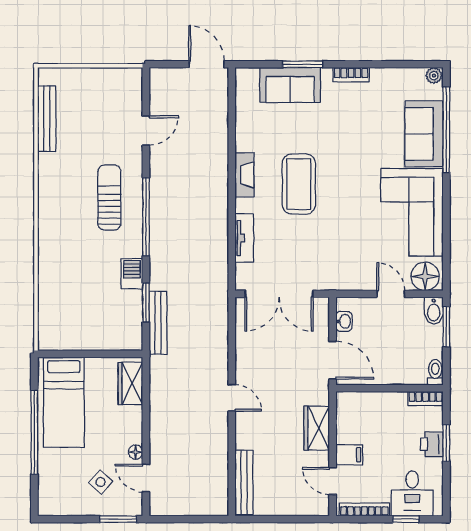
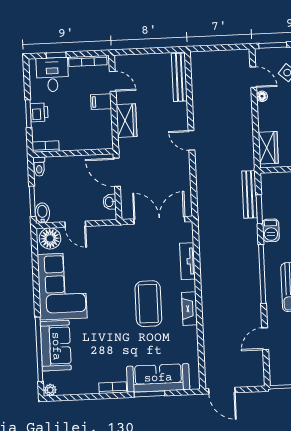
sofa: (290, 85) -> (158, 378), width x1.36

